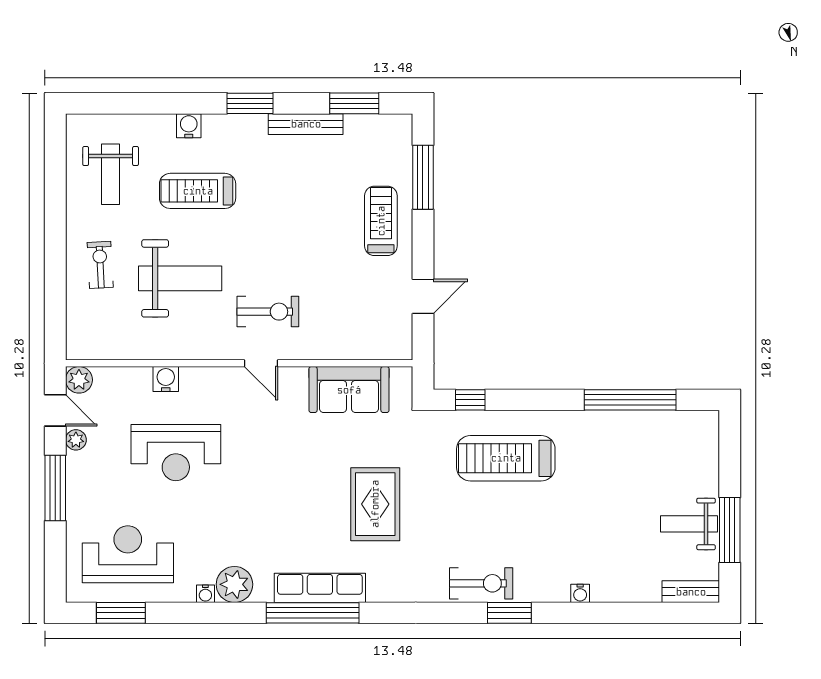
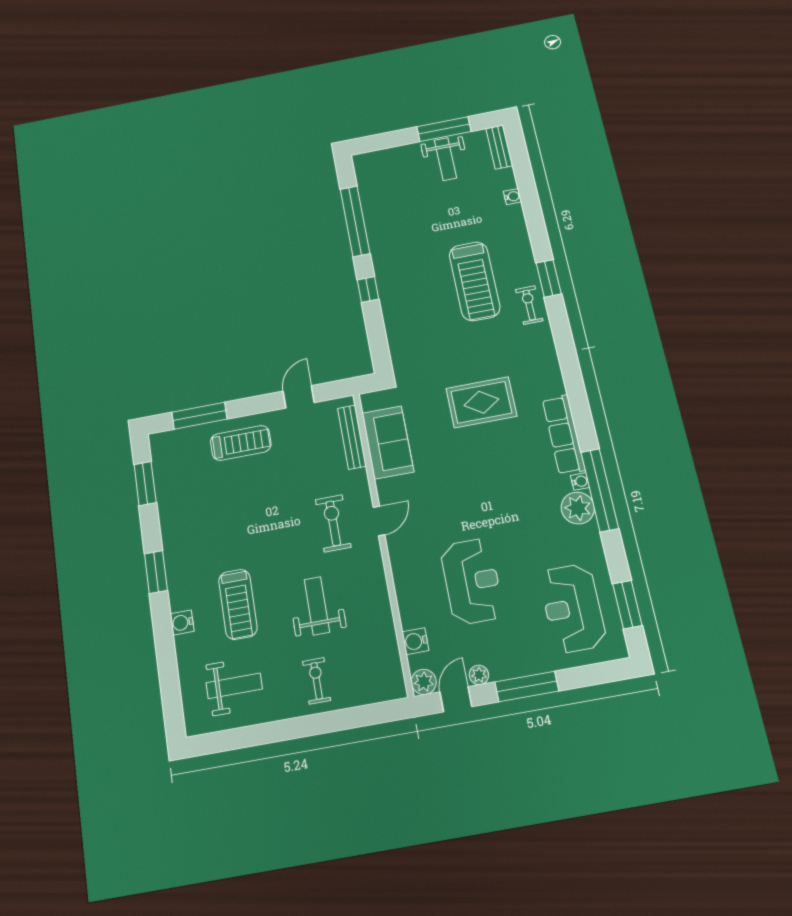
bench: (306, 124) -> (352, 437), moved
treadmill: (381, 221) -> (241, 443), turned 180
exercise bike: (100, 265) -> (317, 681), turned 93
weight bench: (180, 278) -> (317, 606), width x0.73, depth x0.75
door: (423, 296) -> (299, 397), hinge flipped
water cooler: (166, 379) -> (415, 641), moved
window: (470, 400) -> (368, 289), moved
treadmill: (506, 458) -> (474, 281), moved
exercise bike: (481, 583) -> (529, 305), width x0.73, depth x0.72
water cooler: (580, 593) -> (512, 197), moved
water cooler: (205, 594) -> (580, 481), moved
window: (313, 613) -> (600, 490), moved

